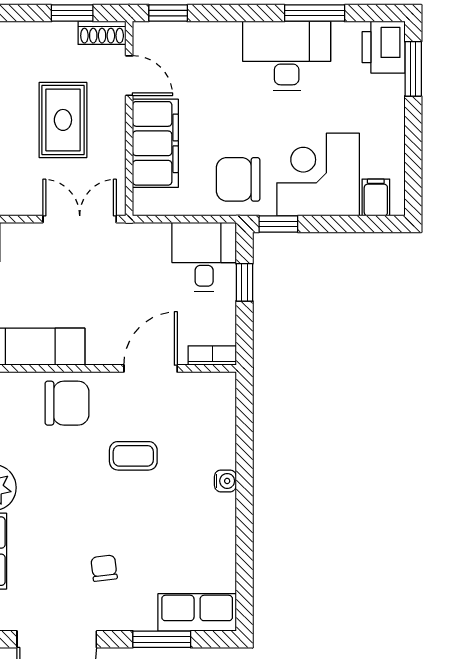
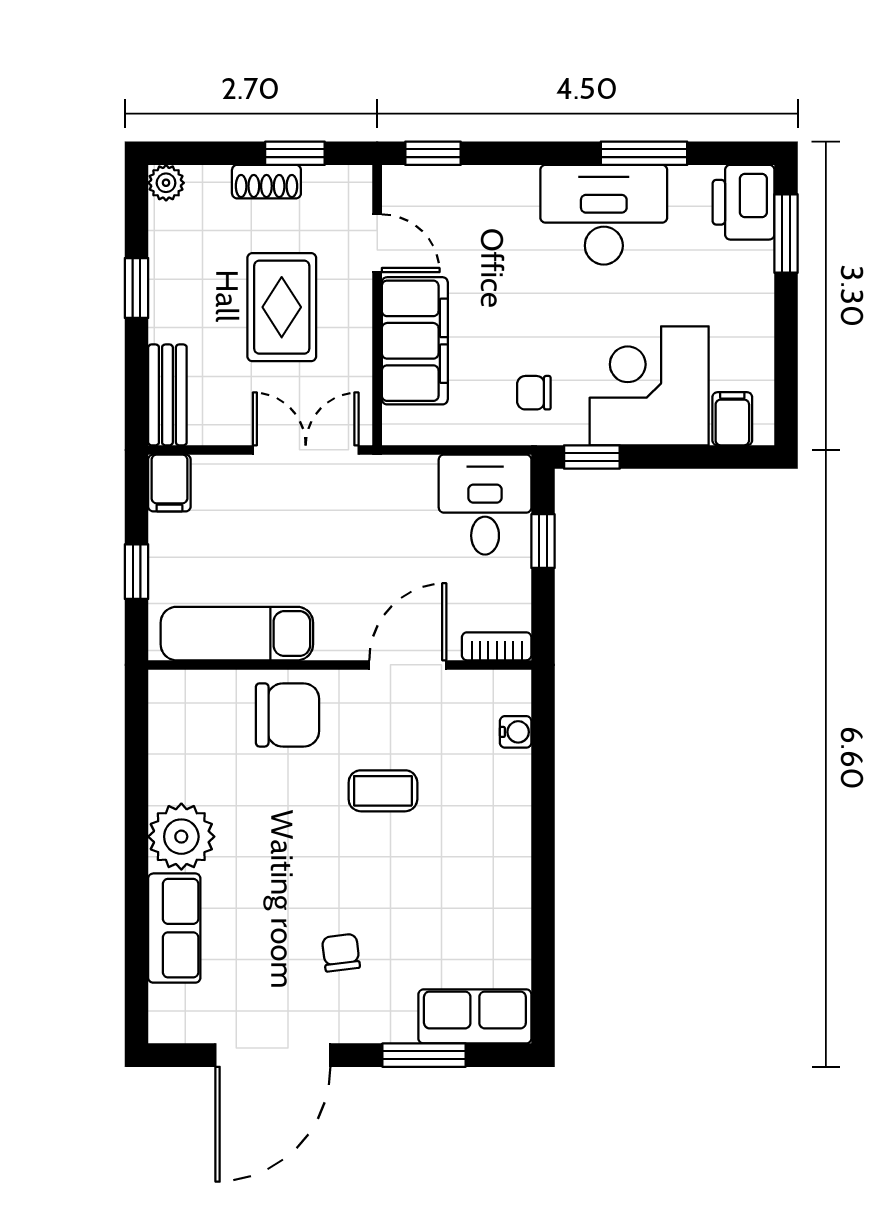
shoe rack: (102, 33) -> (266, 182), moved
chair: (238, 179) -> (534, 393), width x0.54, depth x0.54
water cooler: (225, 481) -> (516, 732), moved

